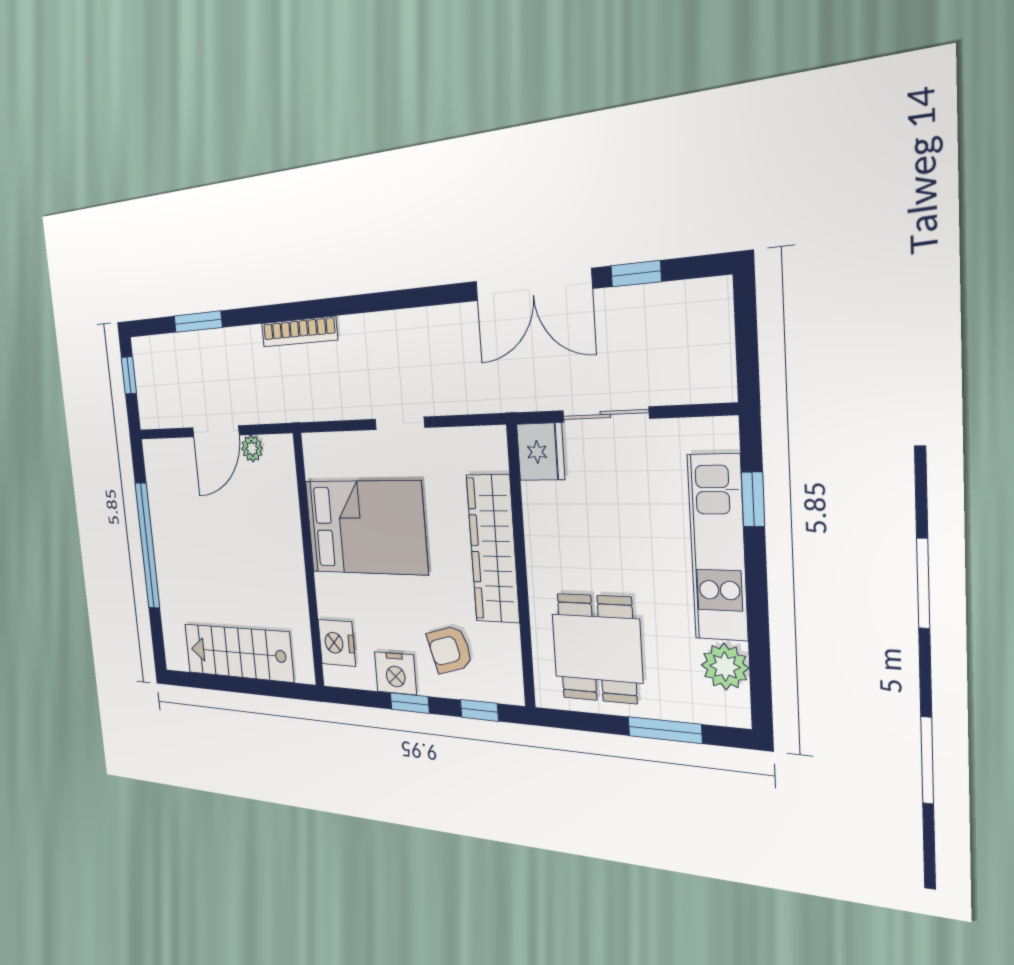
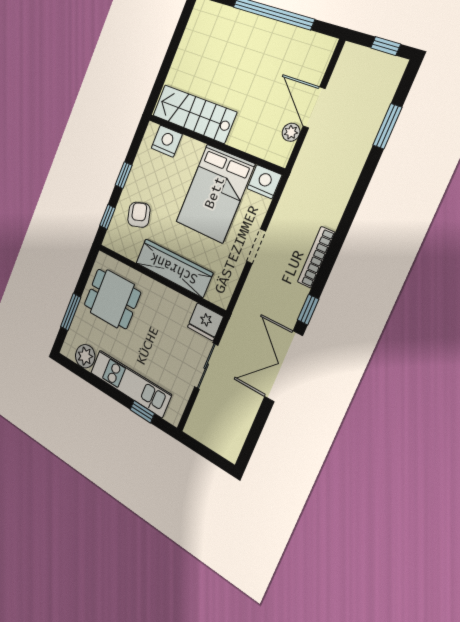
window: (636, 274) -> (308, 310), moved
bookcase: (299, 332) -> (316, 257), moved
stairs: (238, 653) -> (194, 114), moved, turned -90
nightstand: (395, 673) -> (264, 182), moved, turned 90

